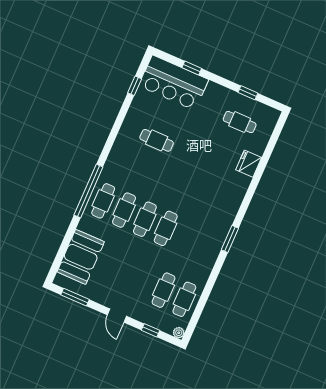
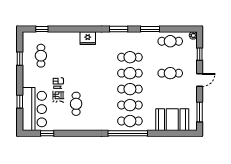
window: (274, 139) -> (42, 29), added
fridge: (249, 164) -> (88, 38), moved
cafe table: (187, 238) -> (130, 57), added
window: (212, 280) -> (150, 29), added
cafe table: (163, 290) -> (170, 73), moved

